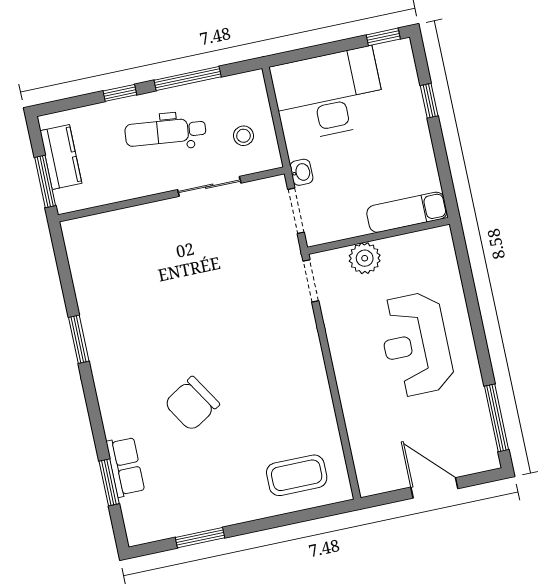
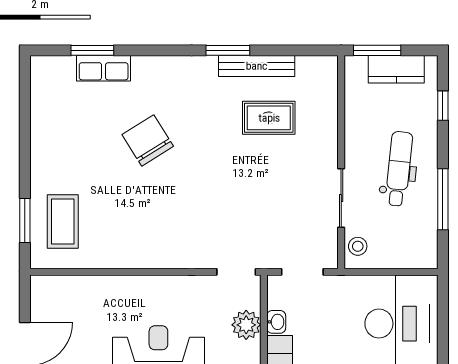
window: (120, 93) -> (443, 106), moved
stool: (243, 136) -> (358, 246), moved
washbasin: (301, 172) -> (276, 322), moved, turned -90
rug: (141, 281) -> (269, 118), added
bench: (89, 305) -> (257, 66), added
window: (200, 538) -> (25, 221), moved

